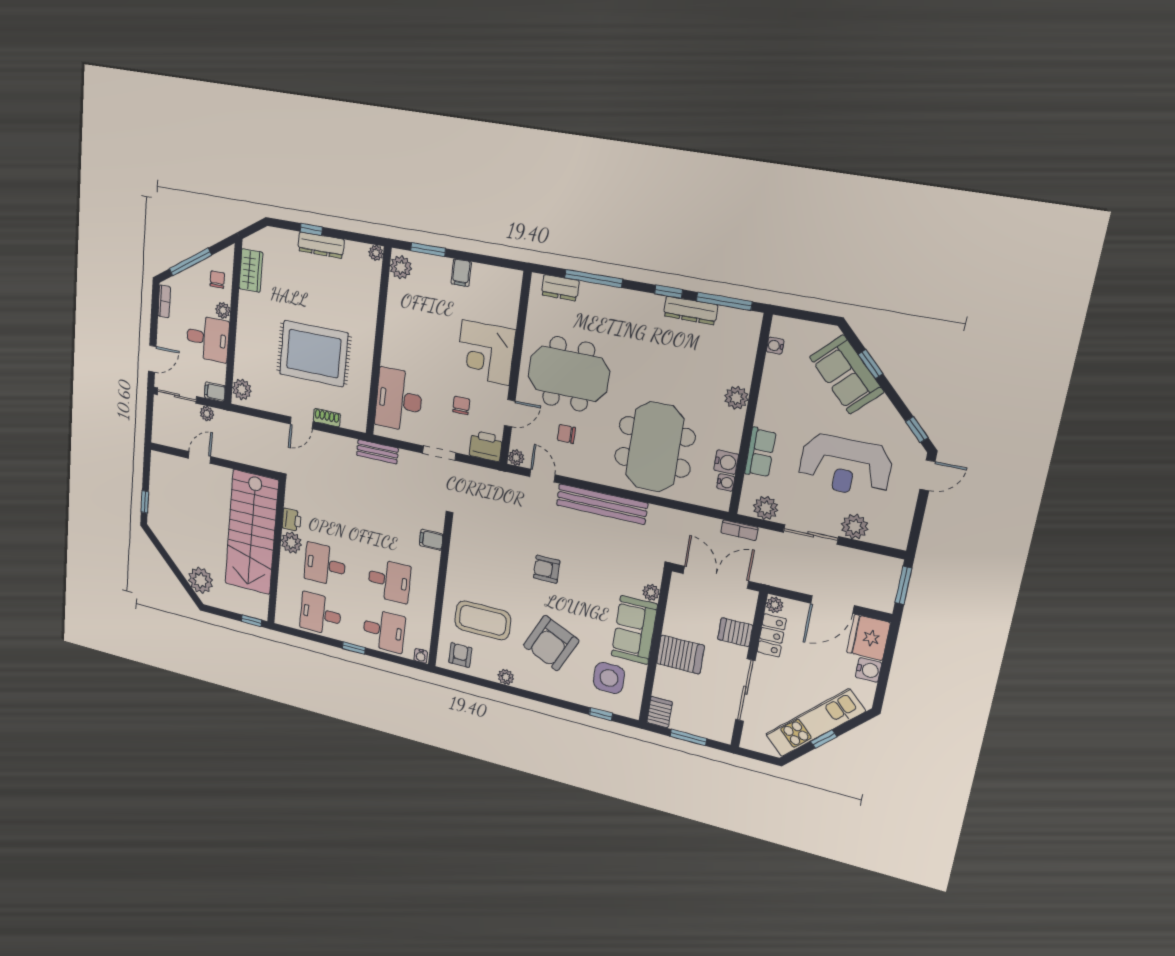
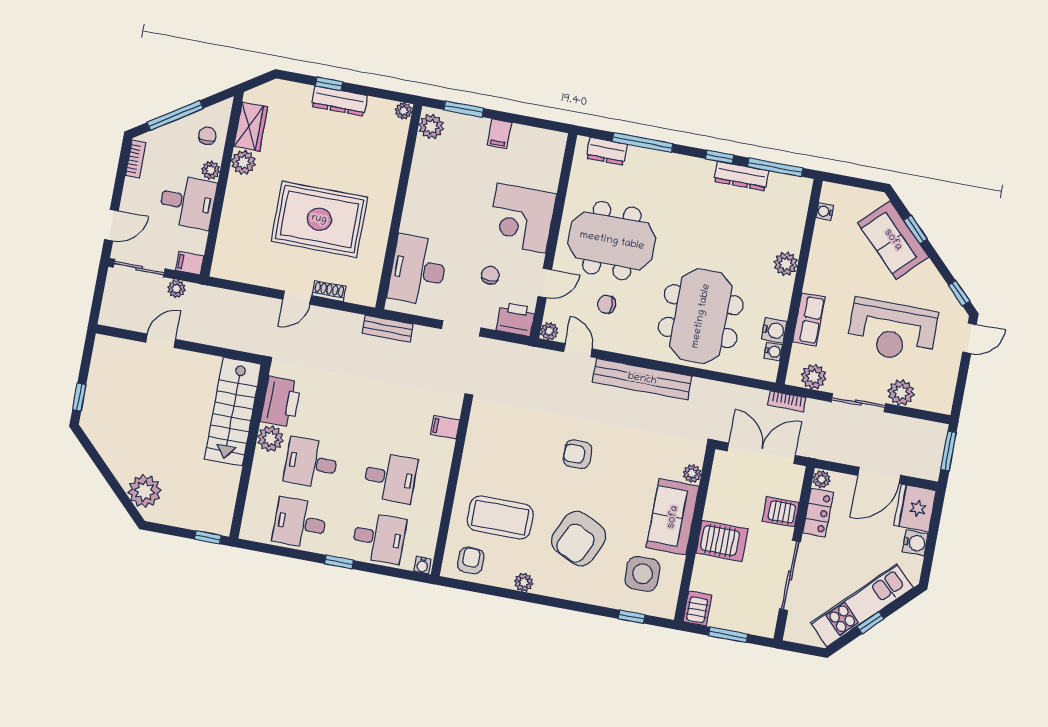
plant: (242, 389) -> (243, 162), moved
printer: (292, 520) -> (281, 402), width x1.87, depth x1.48
stairs: (252, 532) -> (233, 412), width x0.73, depth x0.66

